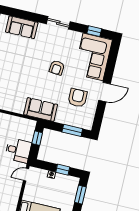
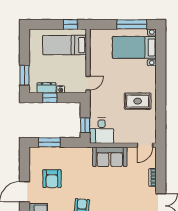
sofa: (41, 110) -> (110, 157), moved
desk: (18, 150) -> (102, 131), moved, turned -90
dresser: (64, 179) -> (47, 88), added

